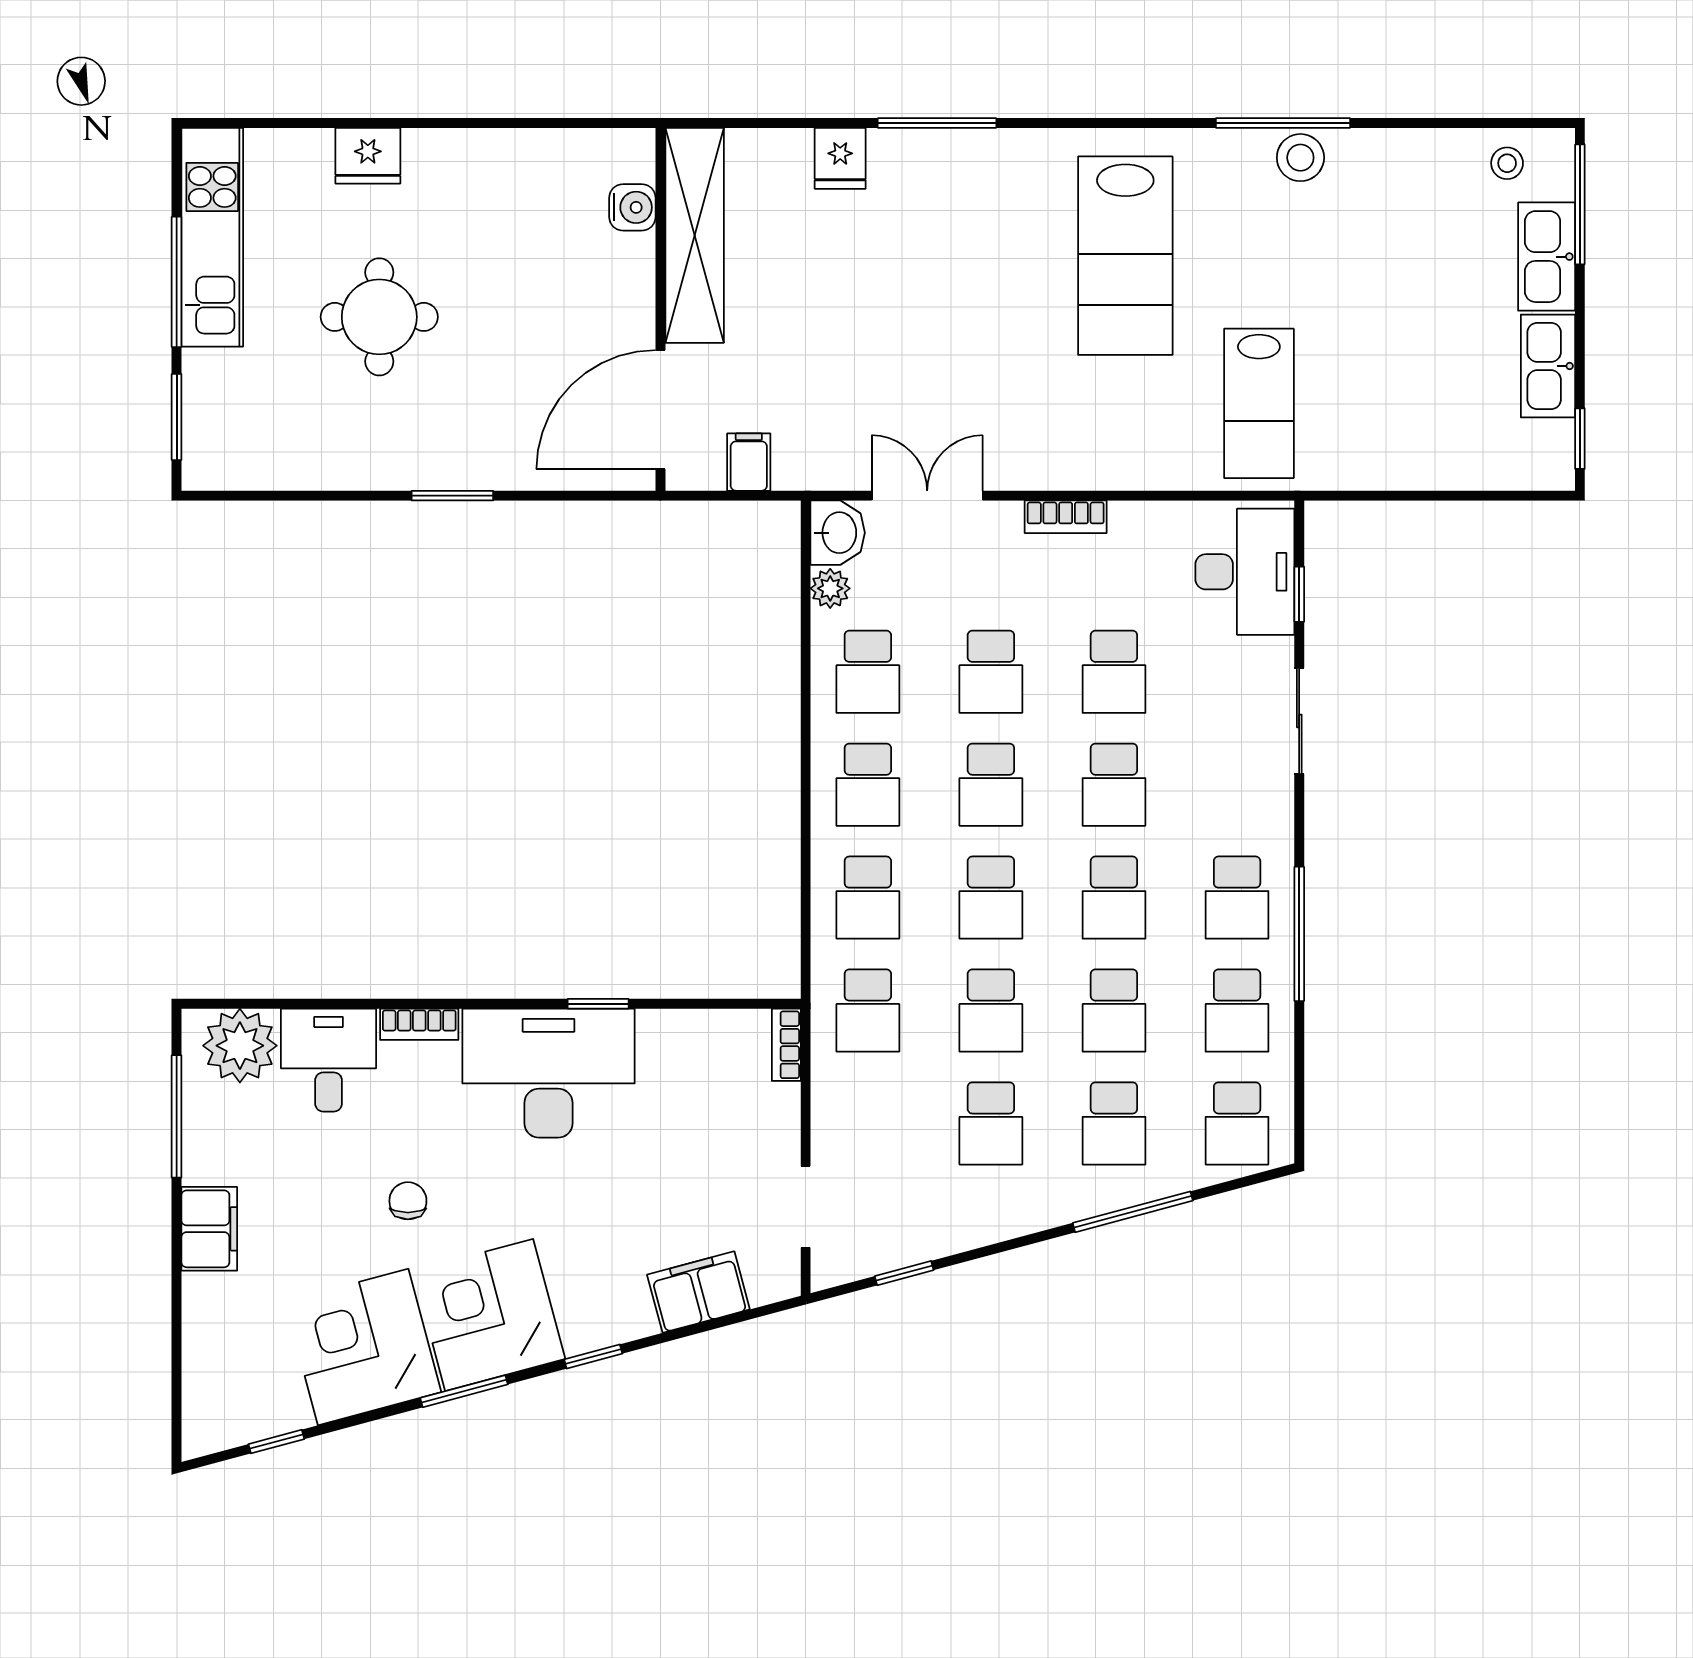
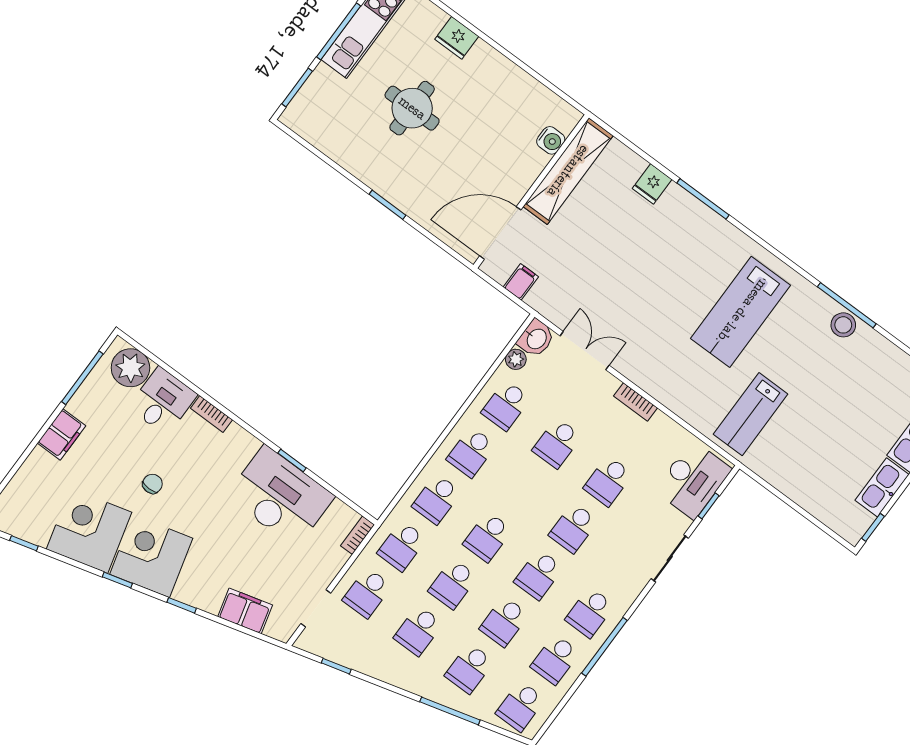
school desk: (991, 785) -> (367, 593), moved
desk: (549, 1073) -> (280, 496), moved
window: (464, 1391) -> (117, 580), width x0.67

